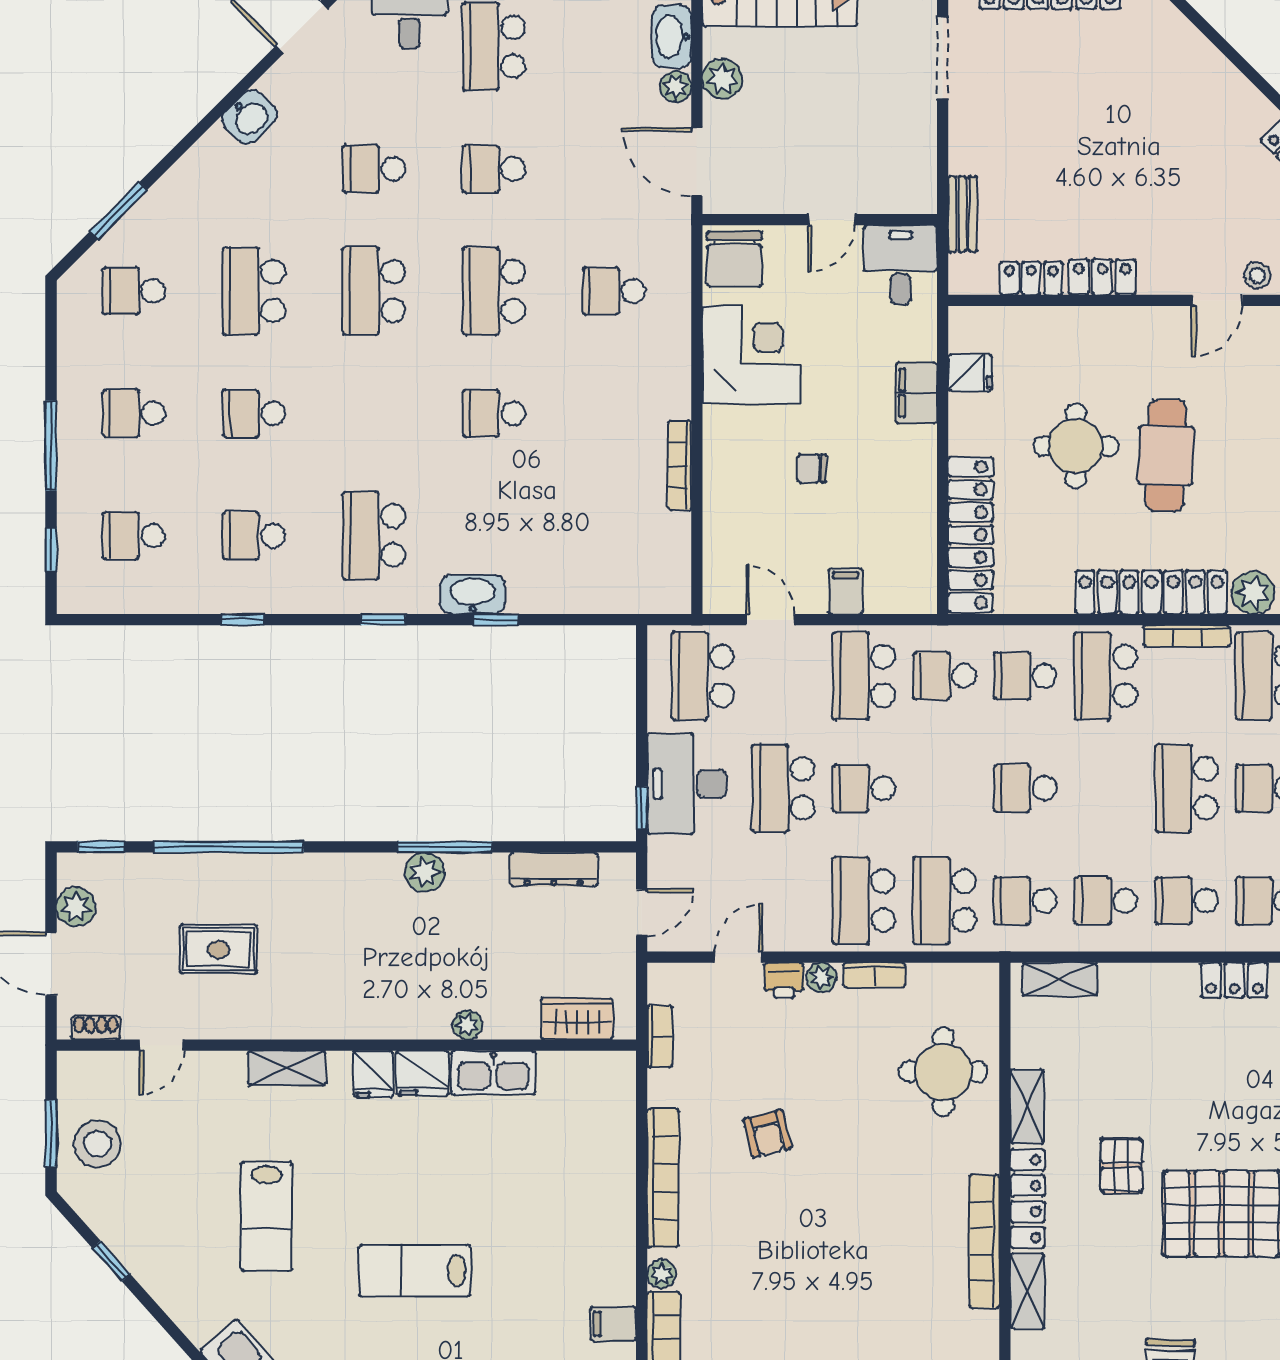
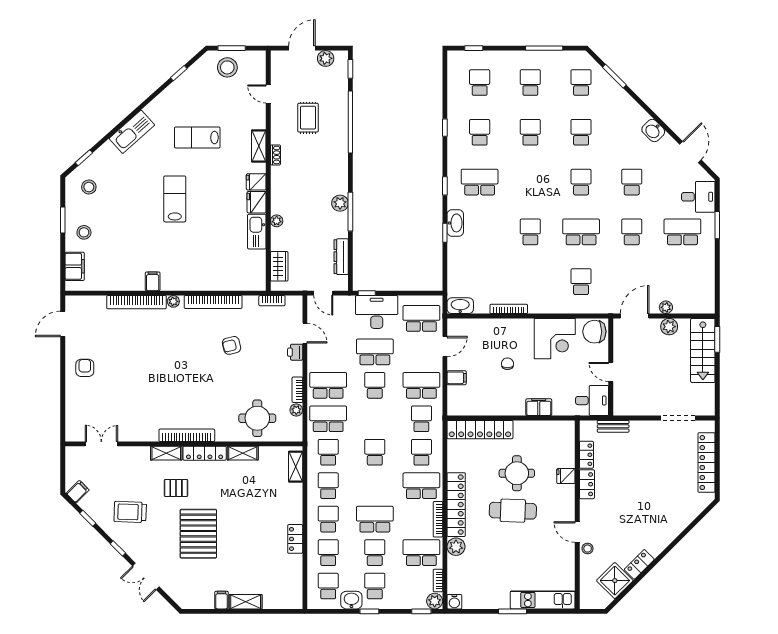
washbasin: (672, 37) -> (460, 306), moved
school desk: (254, 291) -> (581, 132), width x0.54
school desk: (374, 291) -> (581, 182), width x0.54
fridge: (970, 373) -> (566, 476), moved, turned 90
window: (51, 446) -> (544, 48), moved
plant: (821, 978) -> (296, 410), moved
shoe rack: (96, 1028) -> (275, 155), moved
pallet: (1122, 1165) -> (176, 488), moved

